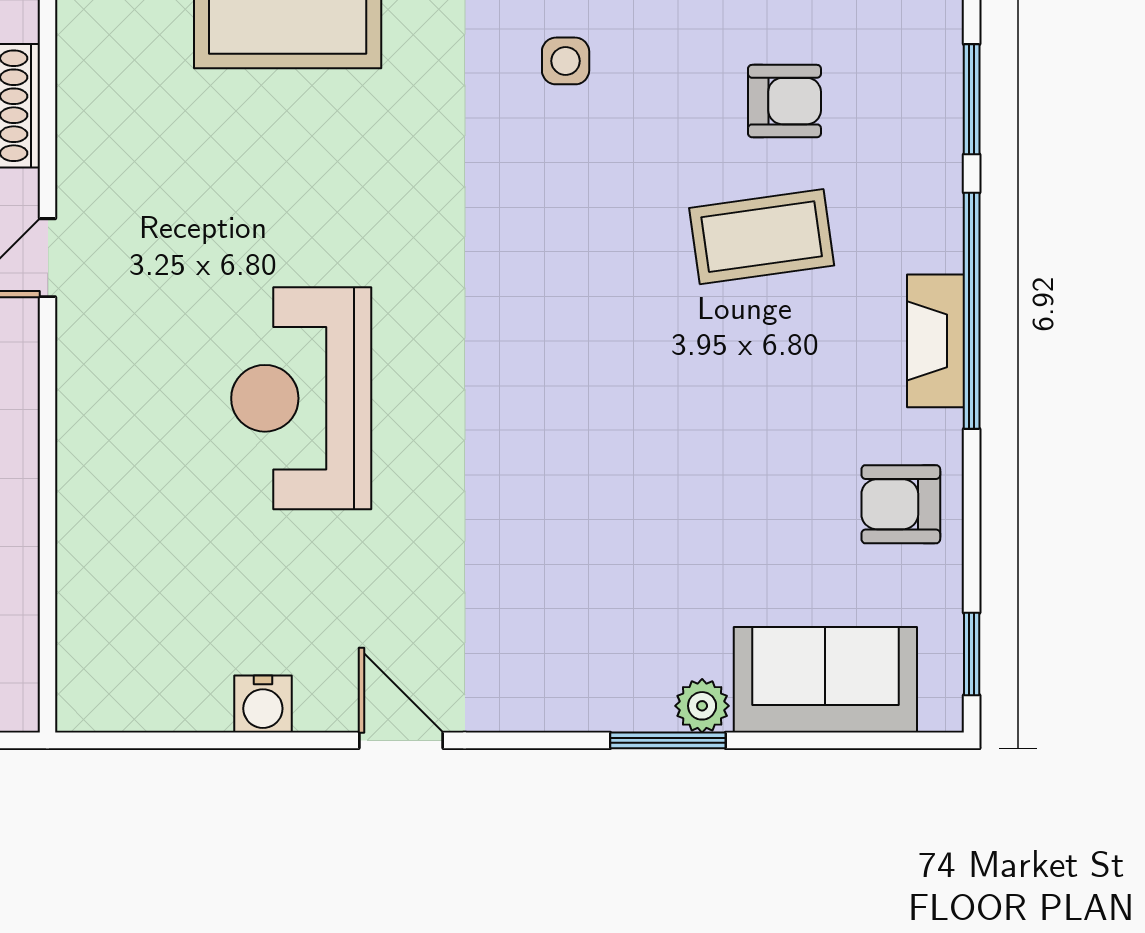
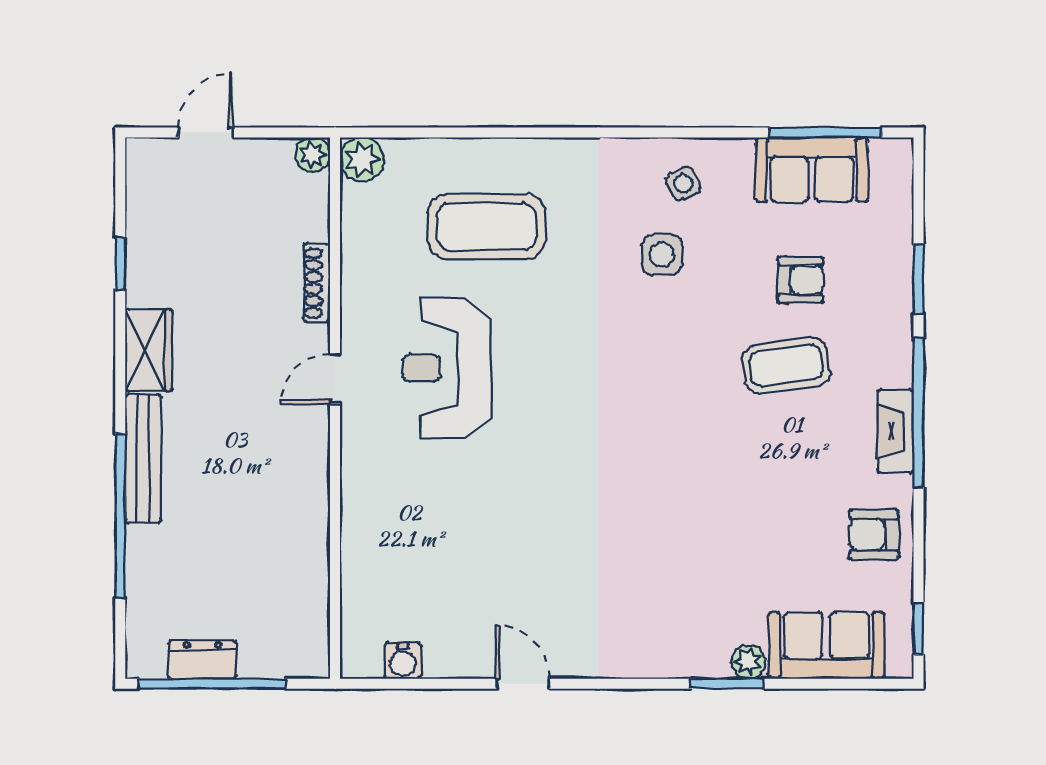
side table: (566, 61) -> (662, 255), width x1.37, depth x1.37
reception desk: (301, 398) -> (447, 368), moved
water cooler: (263, 704) -> (403, 661), moved
door: (401, 740) -> (523, 684), moved

